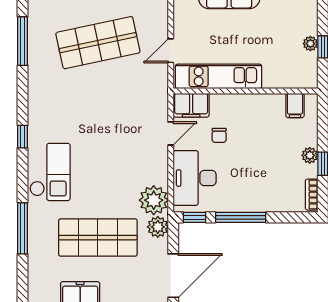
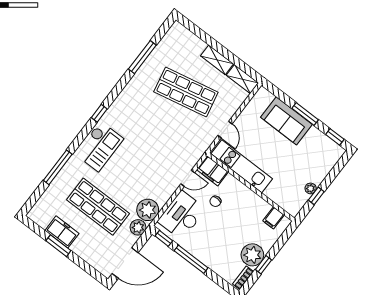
door: (171, 51) -> (225, 130), swing flipped
plant: (310, 155) -> (252, 255), width x1.87, depth x1.87

